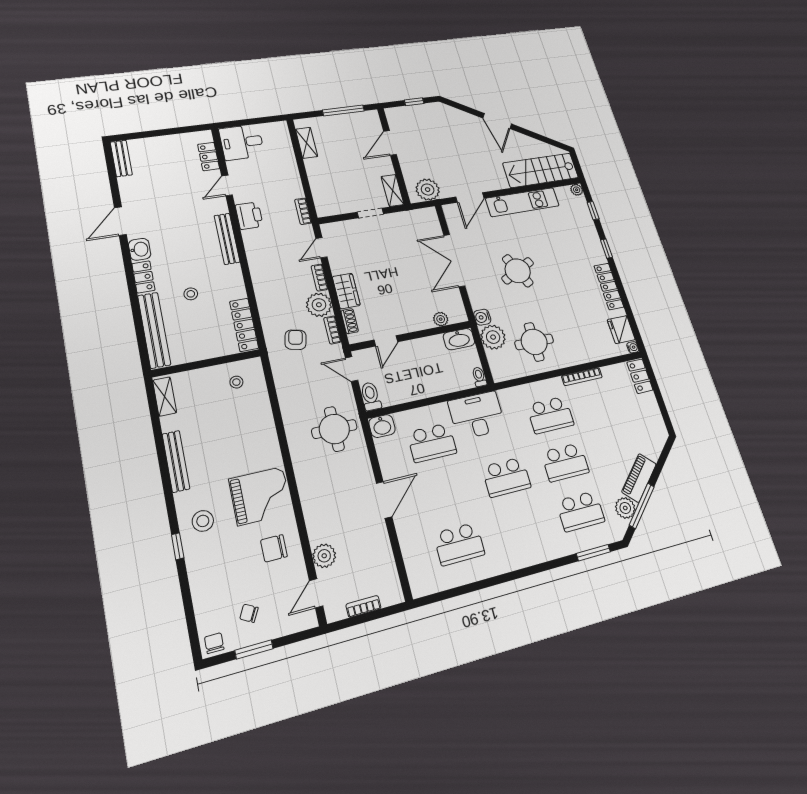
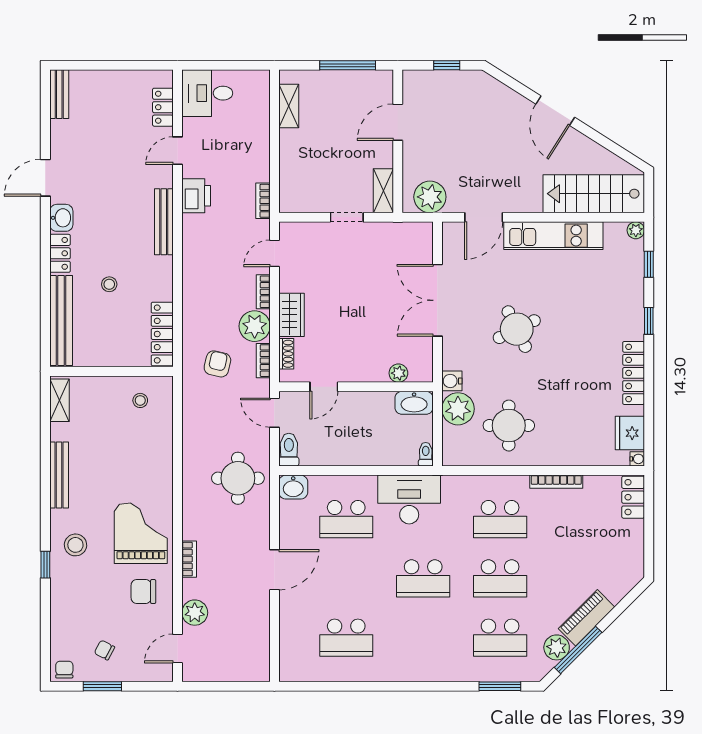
grand piano: (261, 496) -> (141, 533), turned -90
bookcase: (363, 606) -> (189, 559), moved, turned 90

